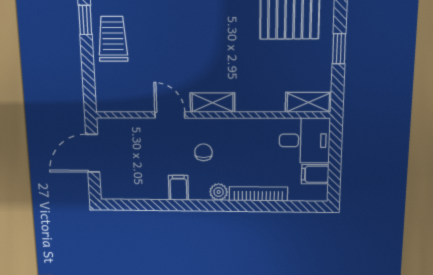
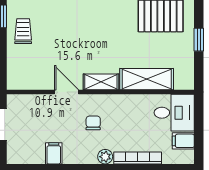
trolley: (113, 39) -> (23, 31), width x0.73, depth x0.72
shelving: (308, 103) -> (147, 79), moved, width x1.50, depth x1.33
filing cabinet: (178, 188) -> (54, 153), moved

